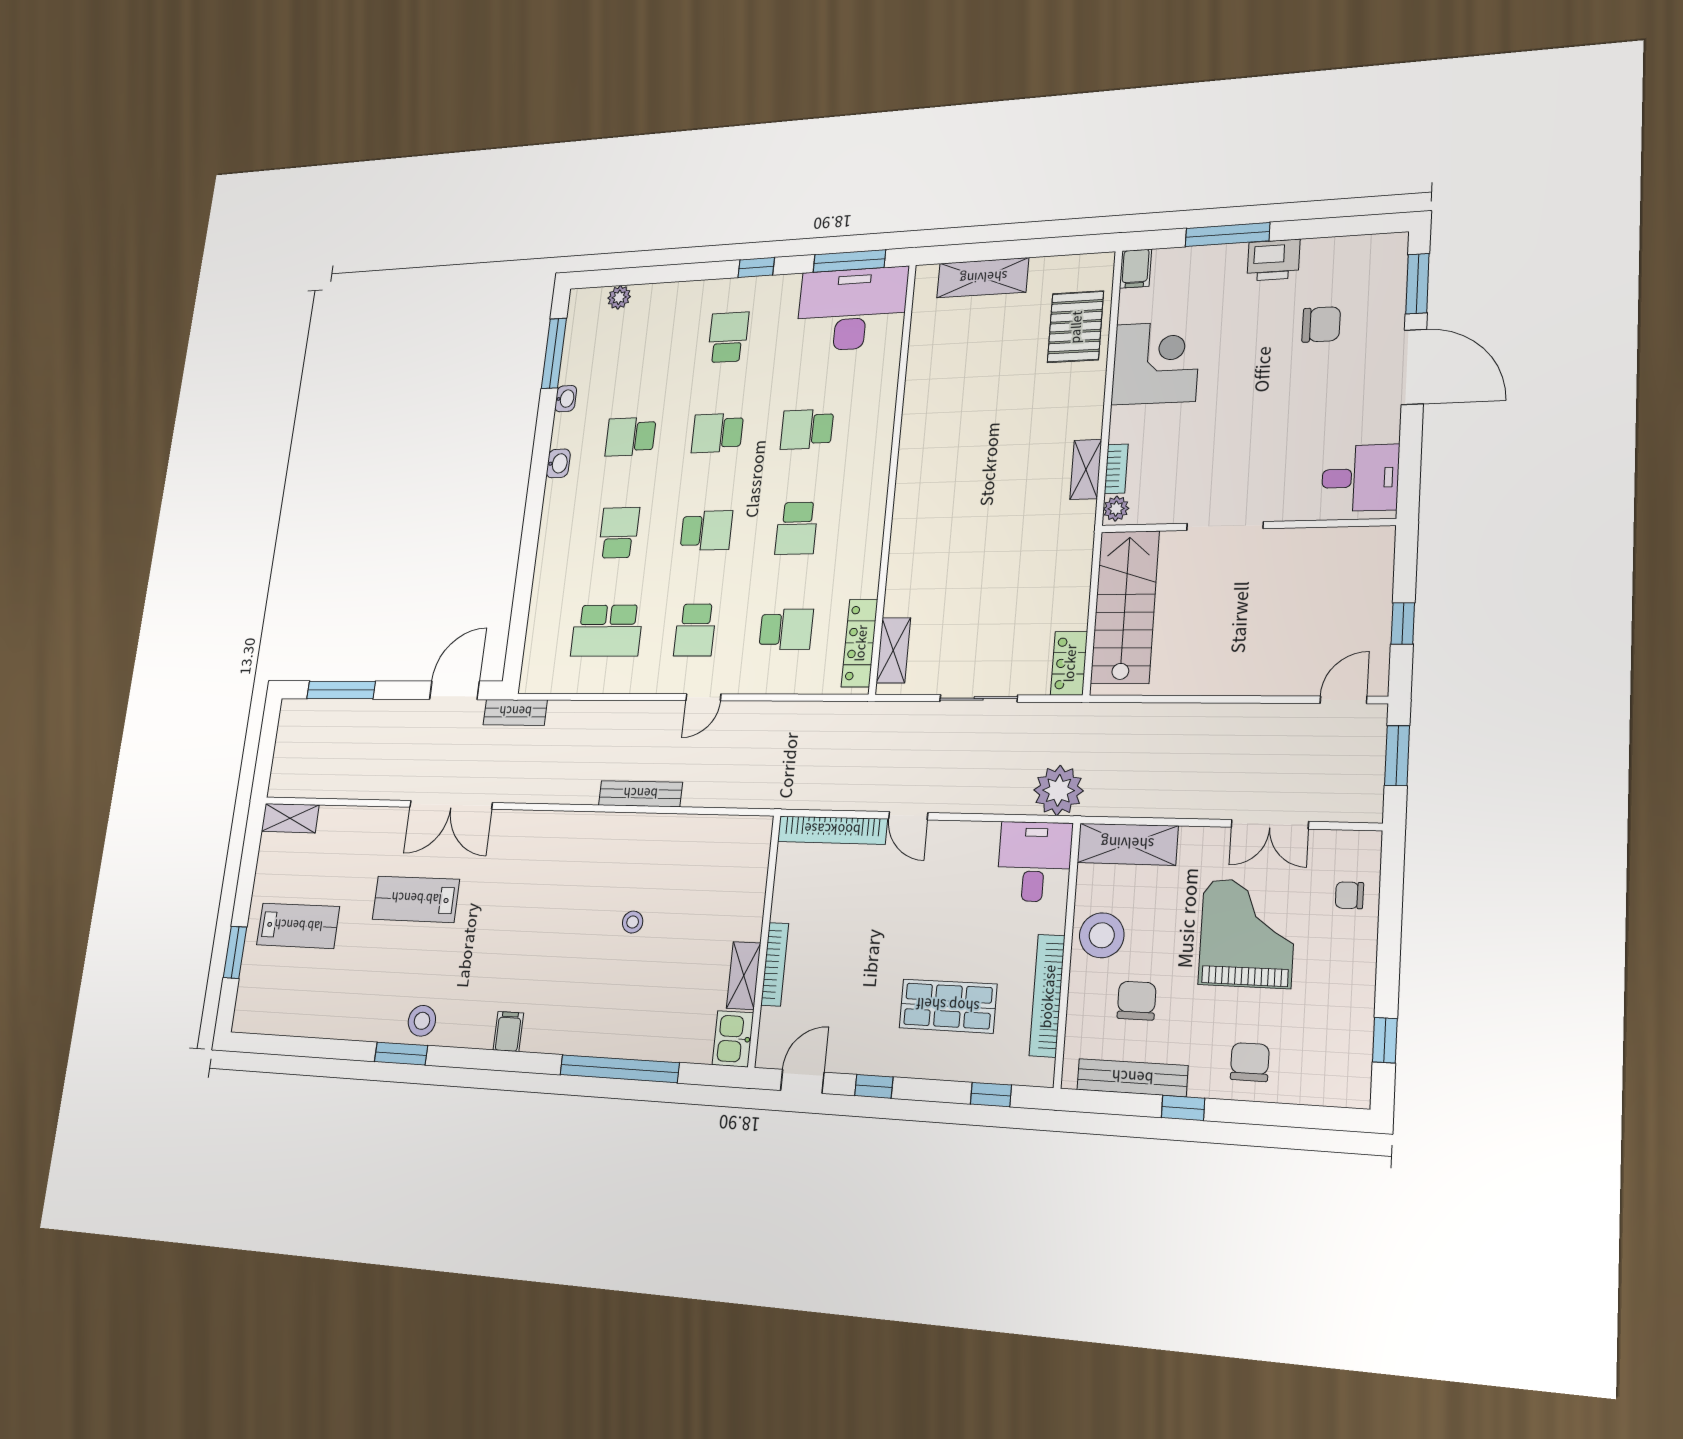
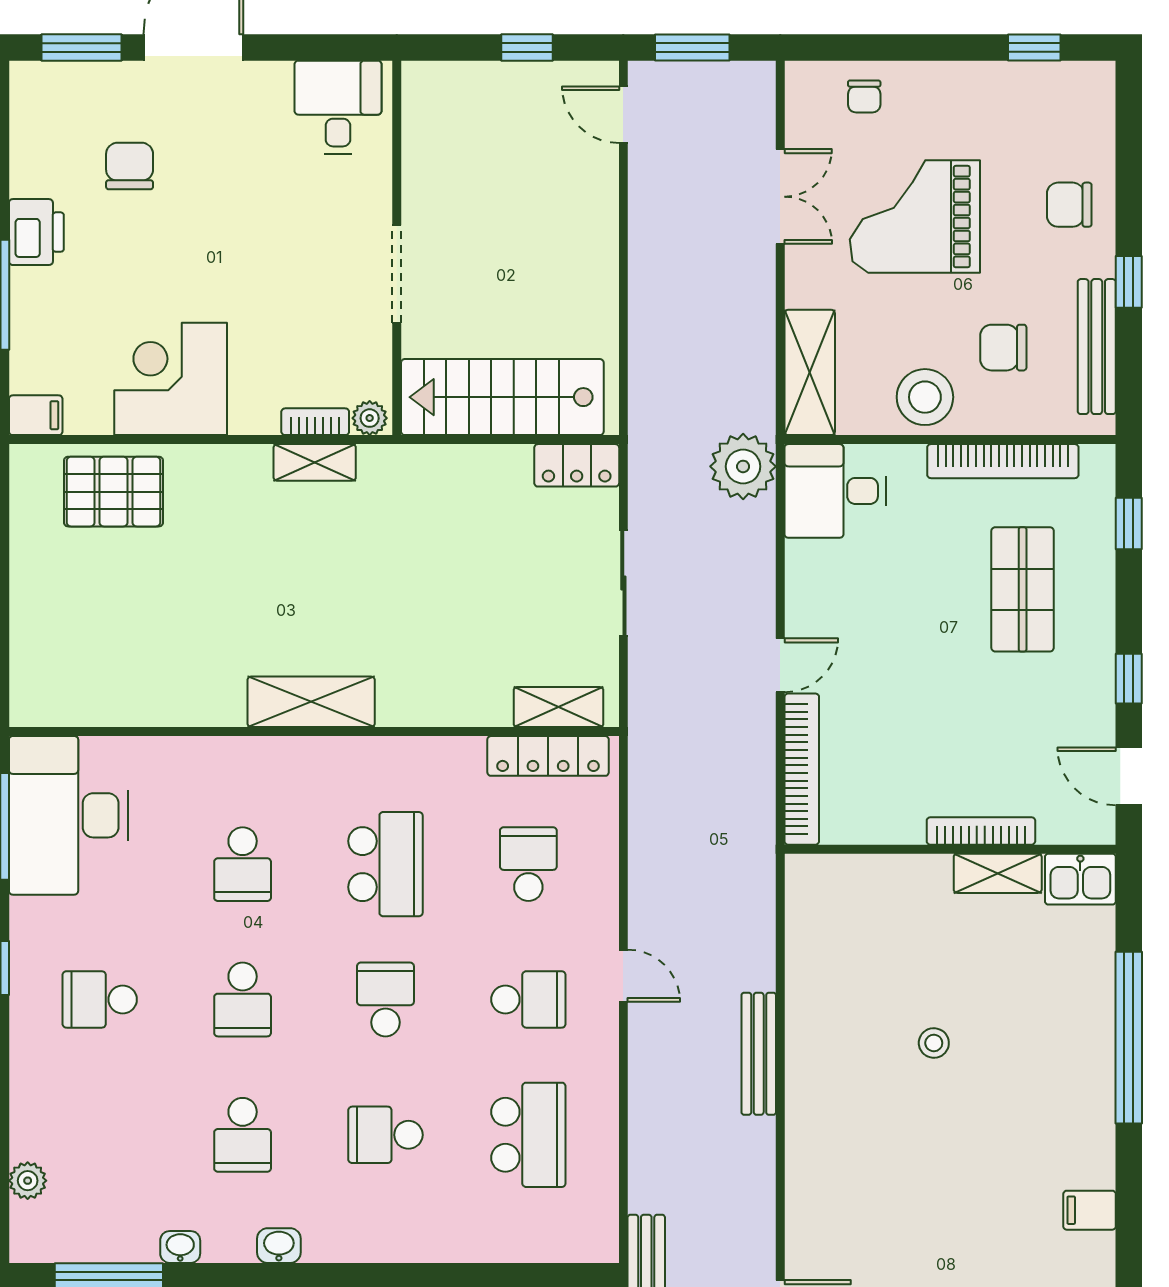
shelving: (983, 278) -> (311, 702), moved, turned 90
school desk: (797, 528) -> (385, 864), width x1.85

